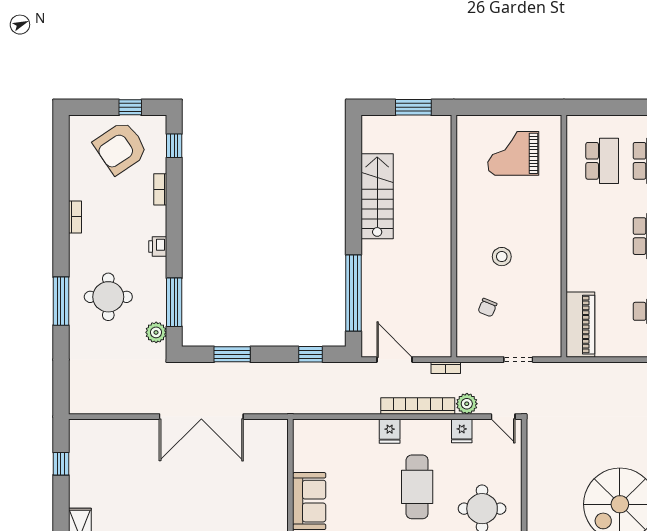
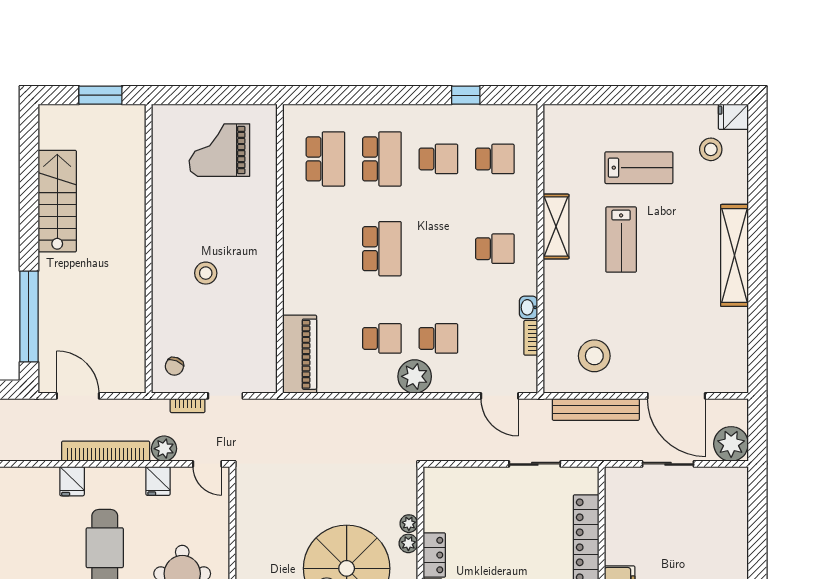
chair: (487, 308) -> (174, 366), moved
bookcase: (446, 368) -> (188, 406), moved

